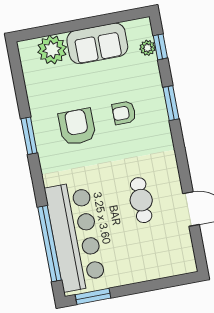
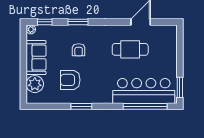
plant: (148, 48) -> (31, 29), moved
armchair: (77, 127) -> (70, 80), moved
cafe table: (141, 200) -> (130, 49), width x1.37, depth x1.35

